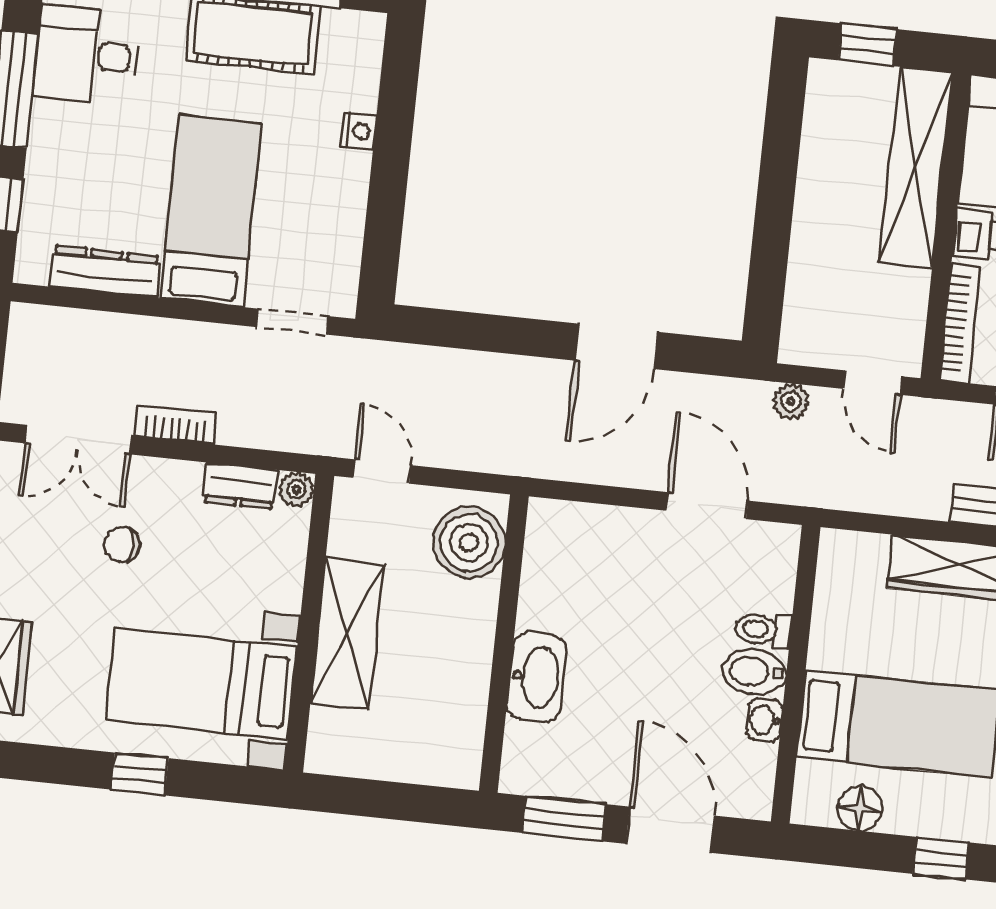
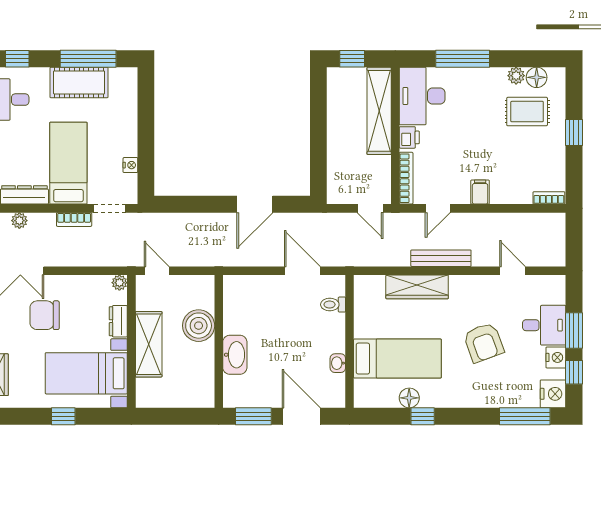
nightstand: (359, 131) -> (130, 165), moved
plant: (791, 401) -> (19, 221), moved
bookcase: (175, 425) -> (74, 220), moved, turned 180
dresser: (240, 486) -> (118, 321), moved, turned 90
boiler: (469, 542) -> (199, 326), moved
chair: (122, 544) -> (45, 315), width x1.87, depth x1.87
toilet: (763, 630) -> (333, 305), moved
bidet: (755, 672) -> (331, 342), removed
floor lamp: (860, 808) -> (409, 398), moved

